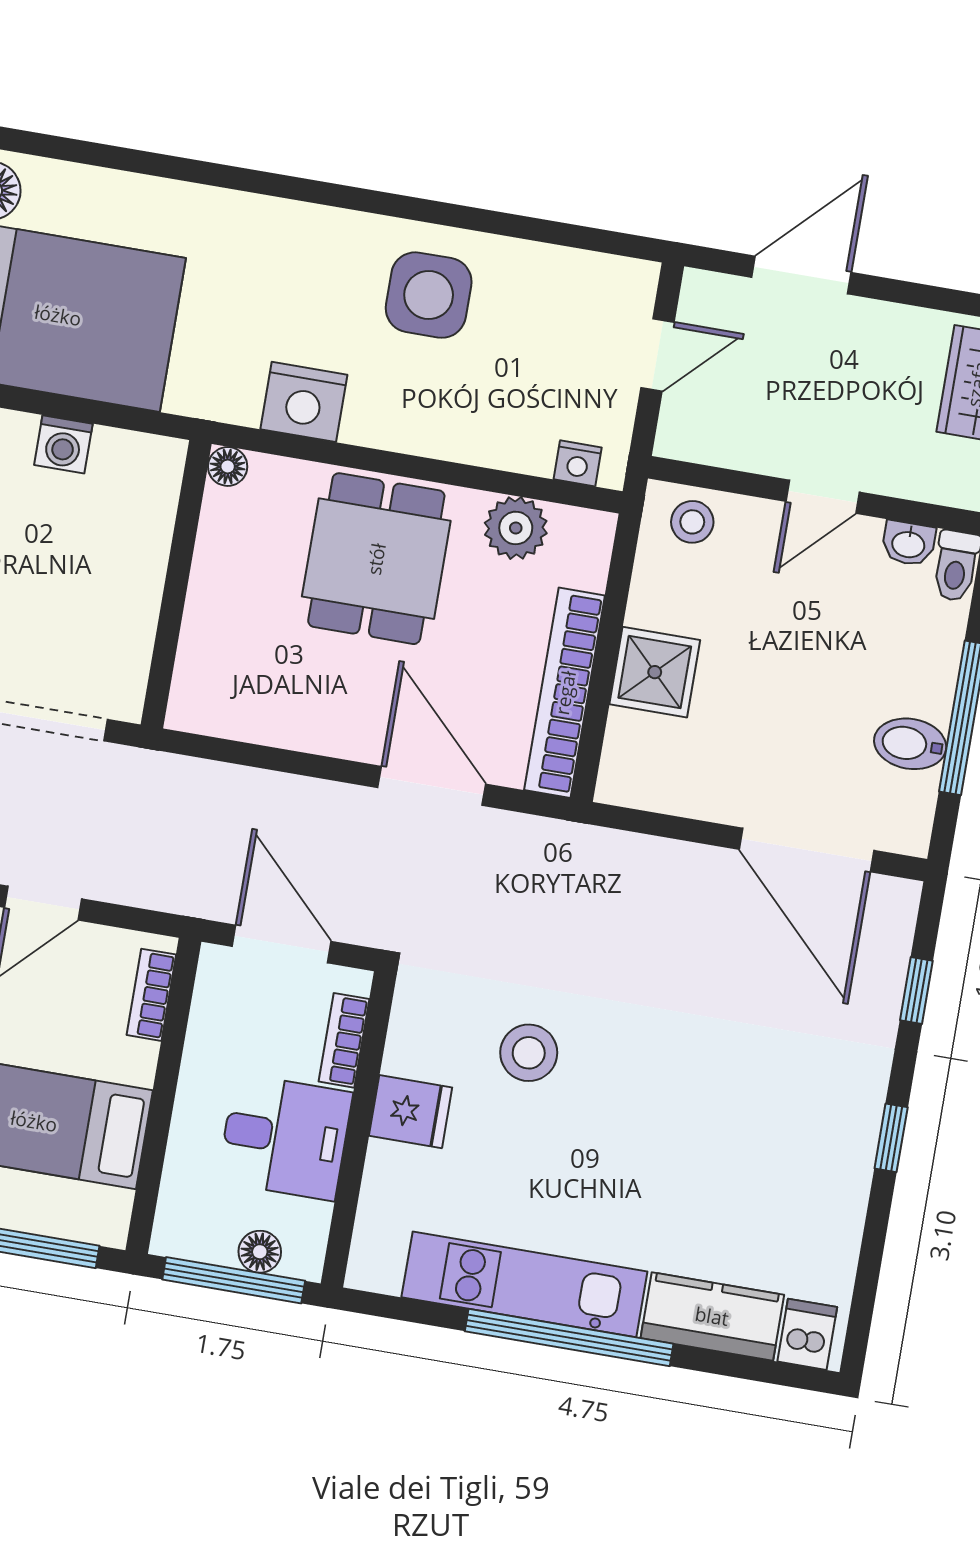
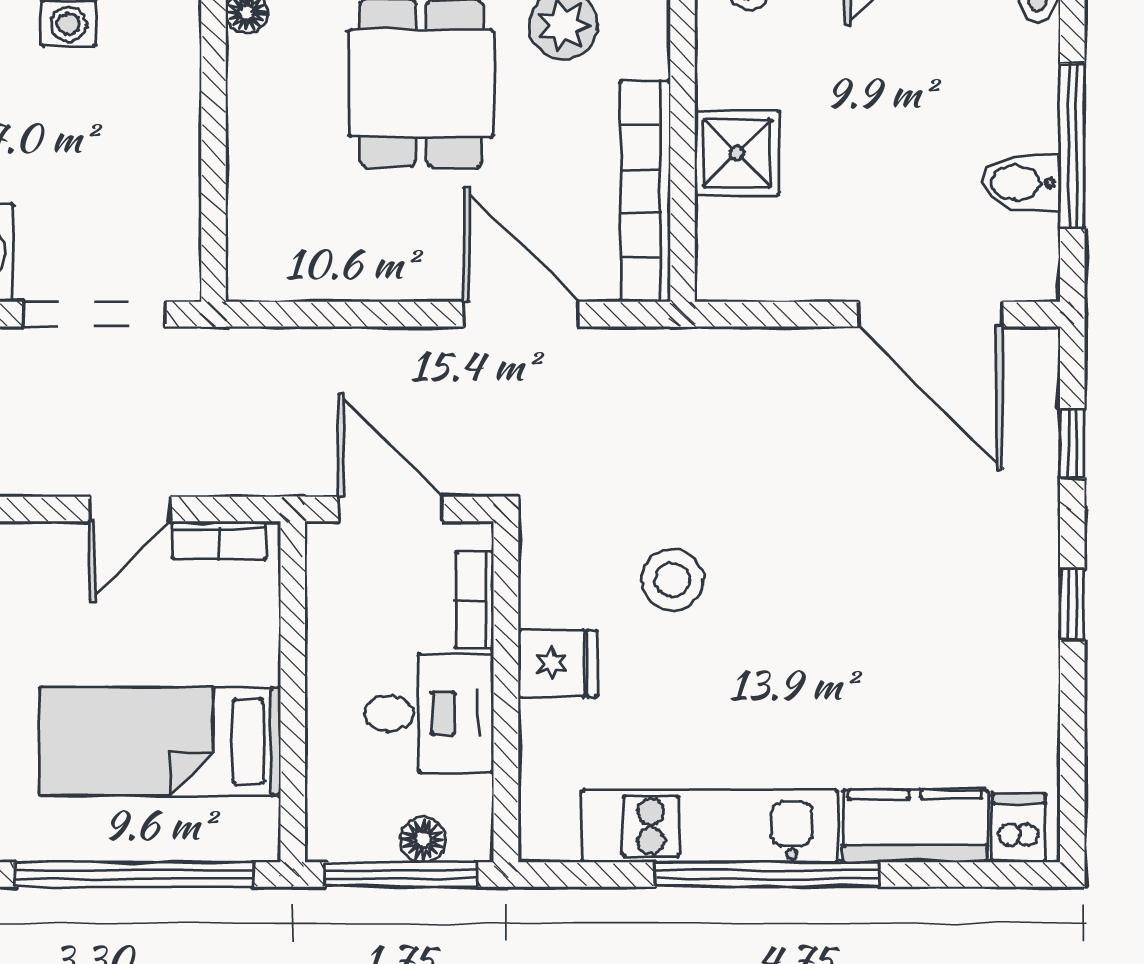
bookcase: (151, 995) -> (219, 540), moved, turned -90

